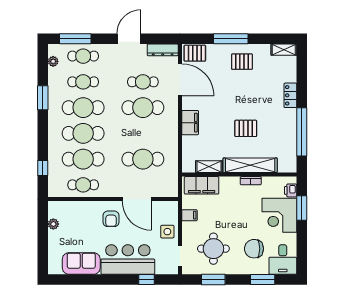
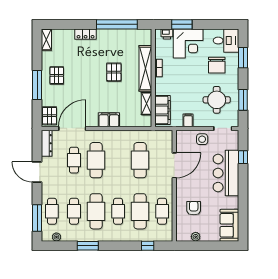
cafe table: (83, 133) -> (118, 211), width x0.73, depth x0.74
armchair: (111, 219) -> (194, 208), moved, turned -90
sofa: (81, 264) -> (229, 225), moved

